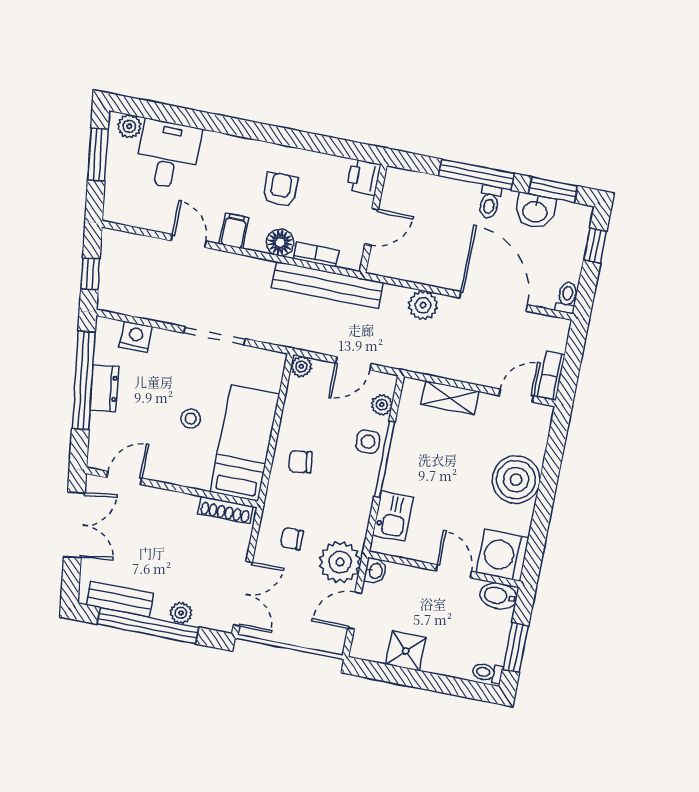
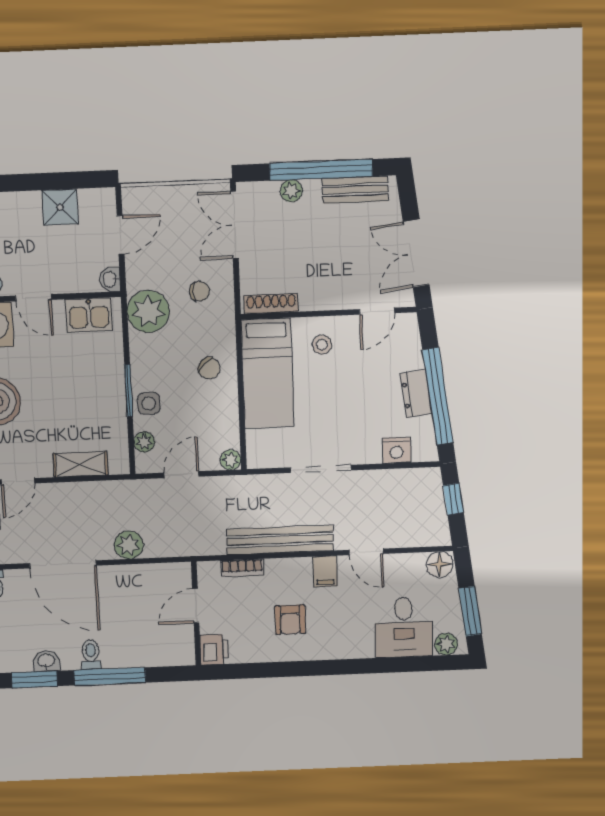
washbasin: (535, 211) -> (46, 661), width x0.72, depth x0.69
floor lamp: (280, 242) -> (440, 564), moved
bench: (327, 285) -> (280, 540), moved
stool: (191, 419) -> (322, 345), moved
window: (384, 459) -> (128, 390), width x0.69
chair: (300, 462) -> (209, 368), turned 53
kitchen sink: (393, 516) -> (89, 315), moved, turned -90
plant: (340, 562) -> (148, 311), moved

